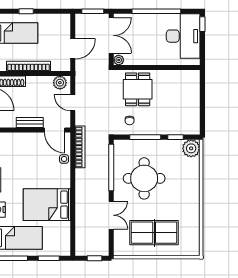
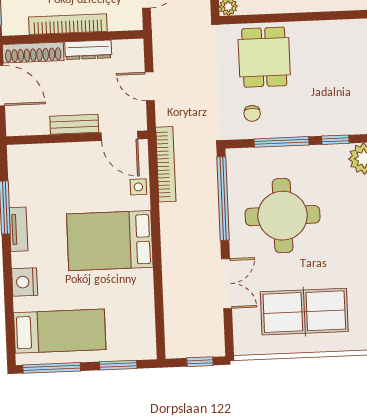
dresser: (39, 81) -> (88, 50), added
plant: (60, 83) -> (125, 51), removed
bed: (47, 205) -> (110, 241), moved

